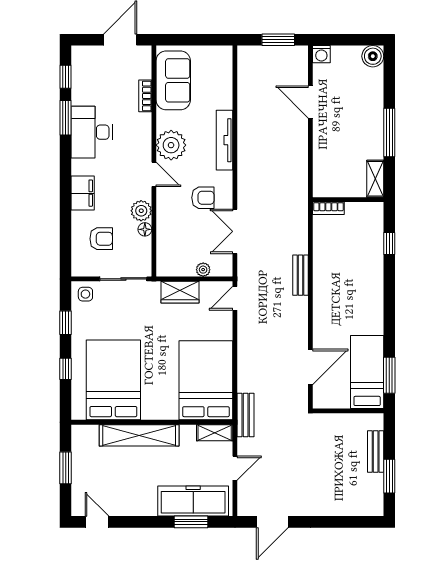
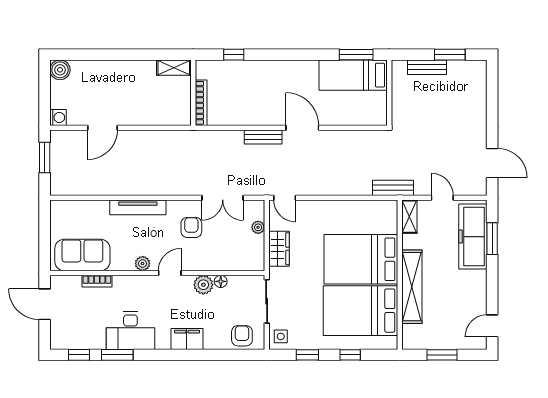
window: (389, 133) -> (131, 55), removed
plant: (171, 145) -> (143, 264), width x0.53, depth x0.53
bookcase: (328, 208) -> (201, 103), width x1.56
armchair: (101, 239) -> (242, 336), moved
door: (310, 367) -> (302, 128), moved
bed: (206, 380) -> (361, 259), moved

